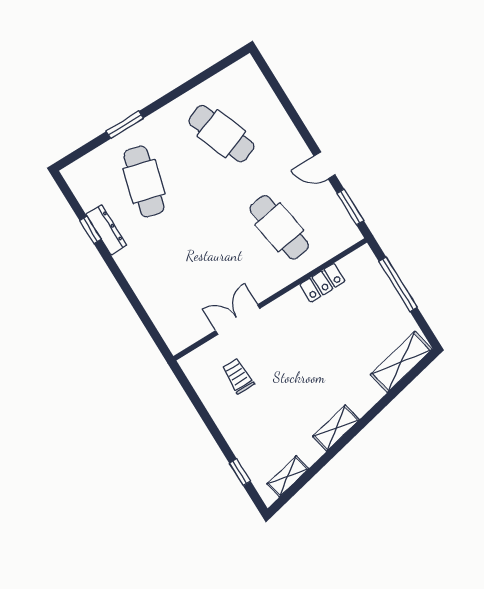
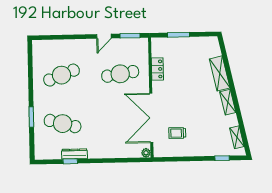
window: (398, 284) -> (178, 35), width x0.69
double door: (238, 320) -> (151, 118), width x1.87
plant: (176, 344) -> (146, 153), added
shelving: (401, 362) -> (220, 73), moved

